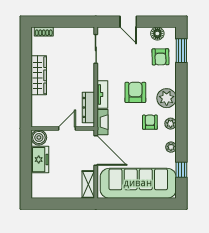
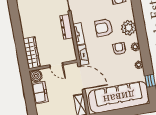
wardrobe: (39, 75) -> (32, 53), moved
armchair: (135, 92) -> (104, 28), turned -90
dresser: (88, 107) -> (66, 27), moved
door: (67, 128) -> (56, 65), swing flipped

